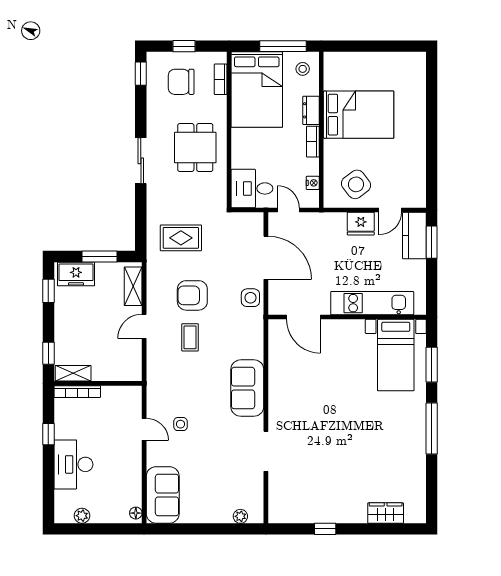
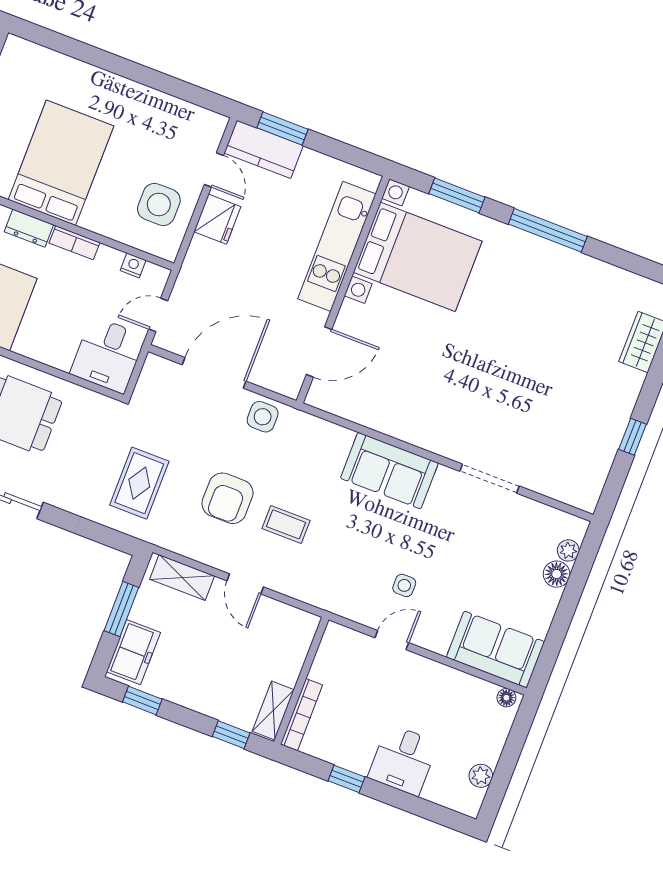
side table: (356, 184) -> (159, 204), turned 37
bed with nightstands: (396, 355) -> (418, 257), width x1.36
desk: (73, 464) -> (403, 760), width x0.73
floor lamp: (223, 515) -> (557, 574), added

